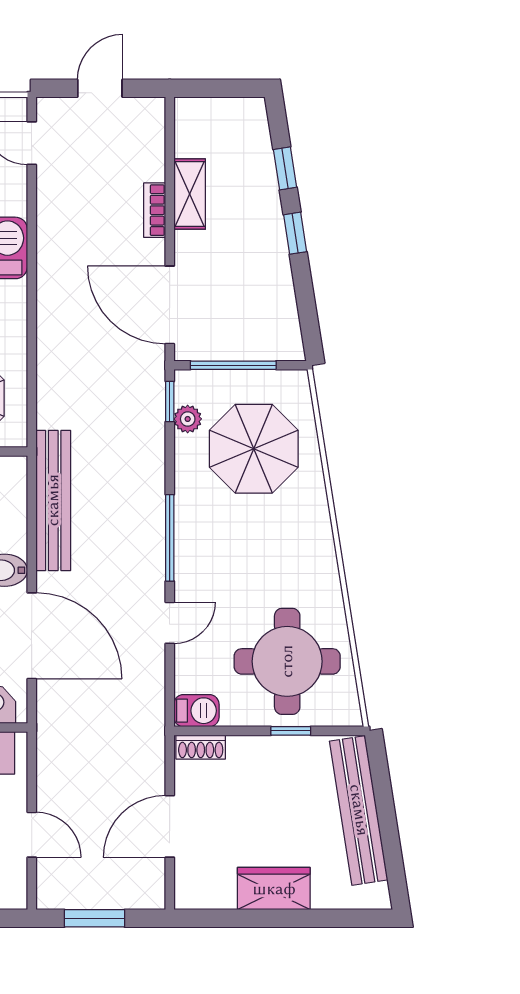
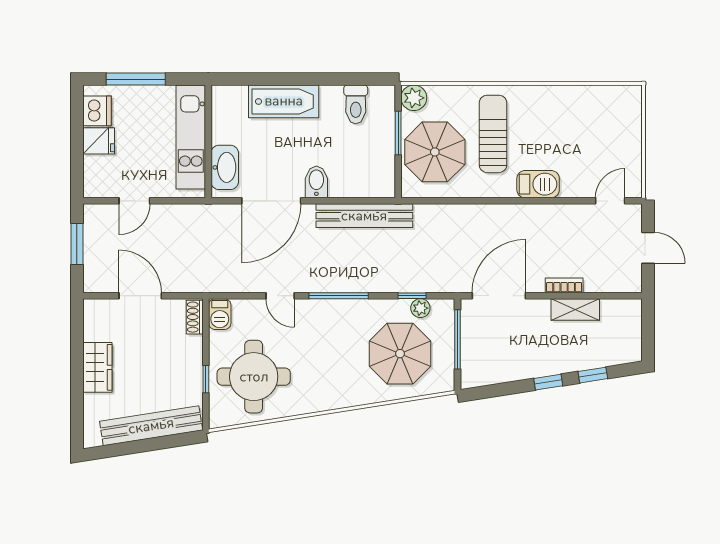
window: (170, 401) -> (412, 296), moved

